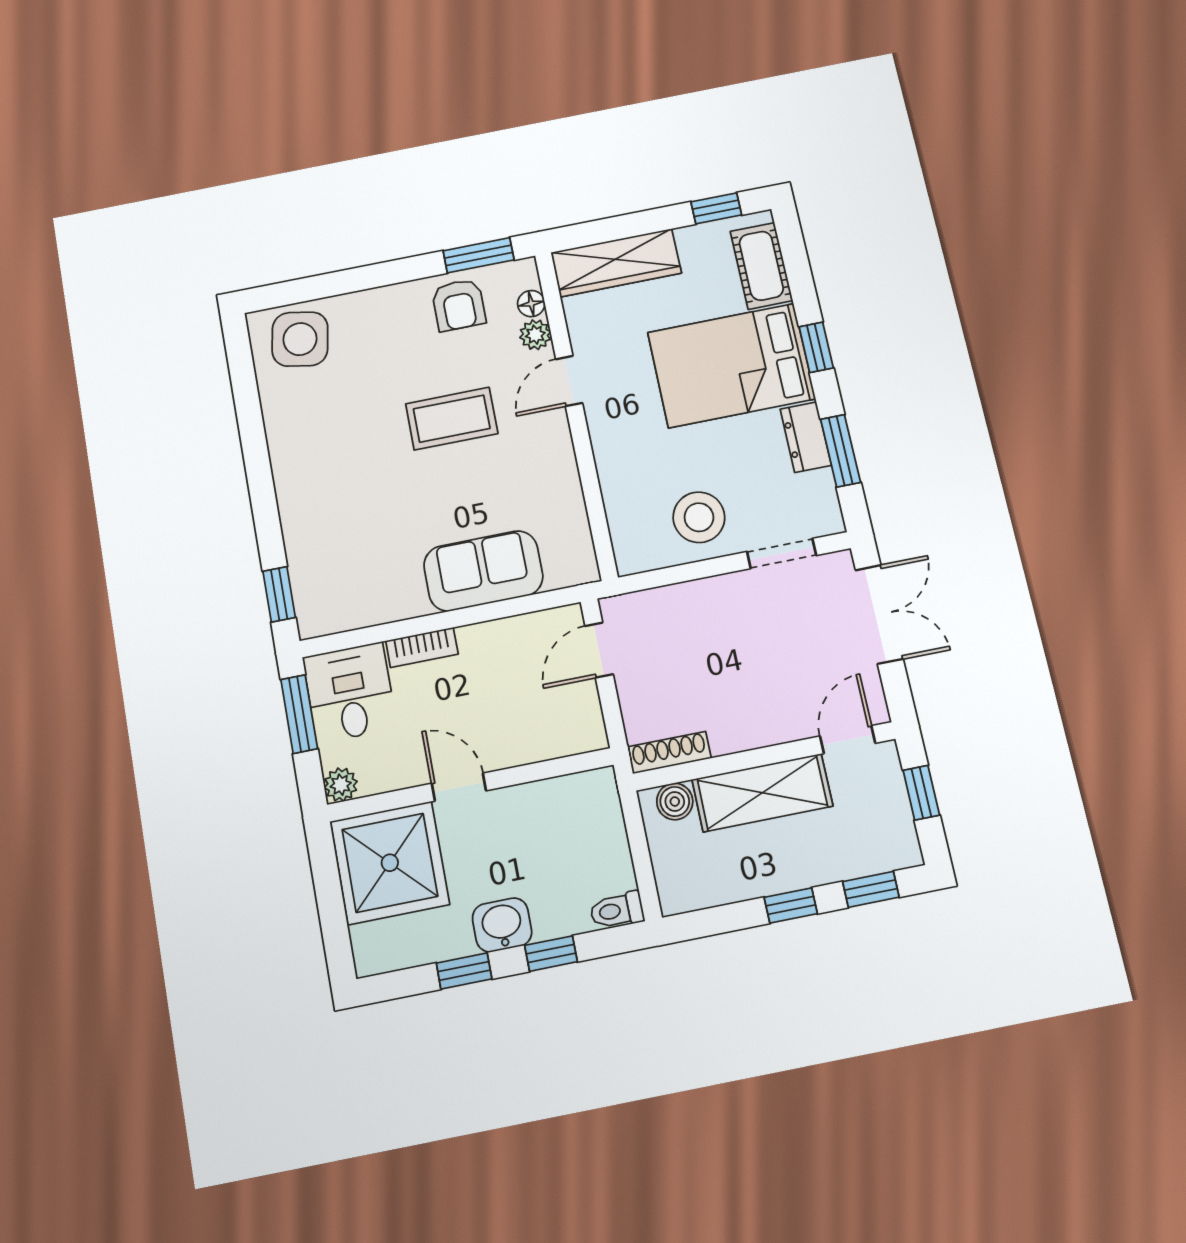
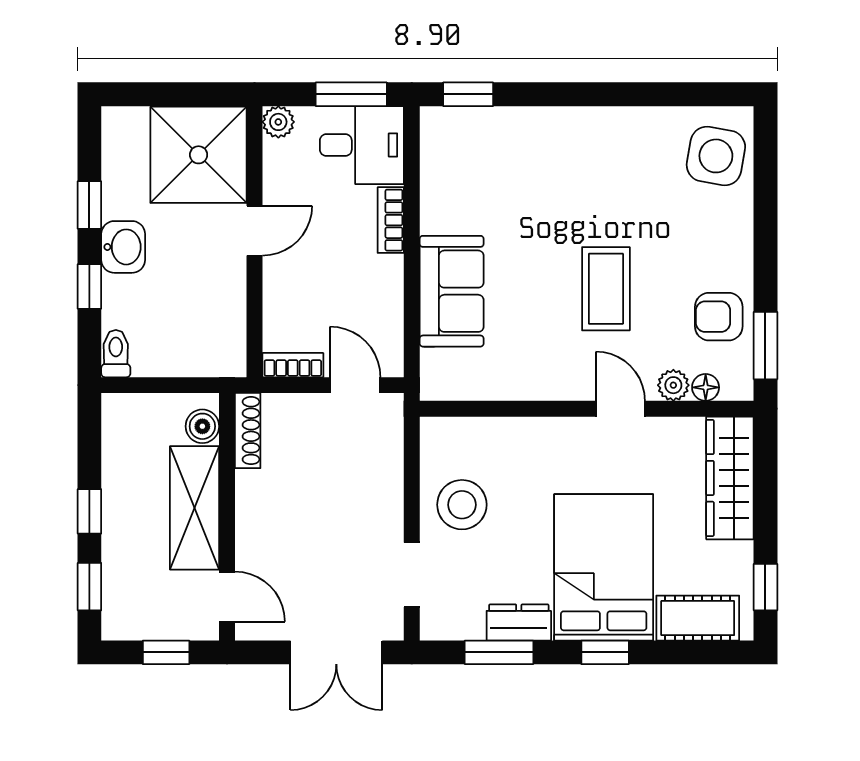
bookcase: (591, 719) -> (293, 365), added

